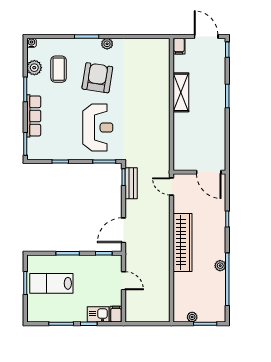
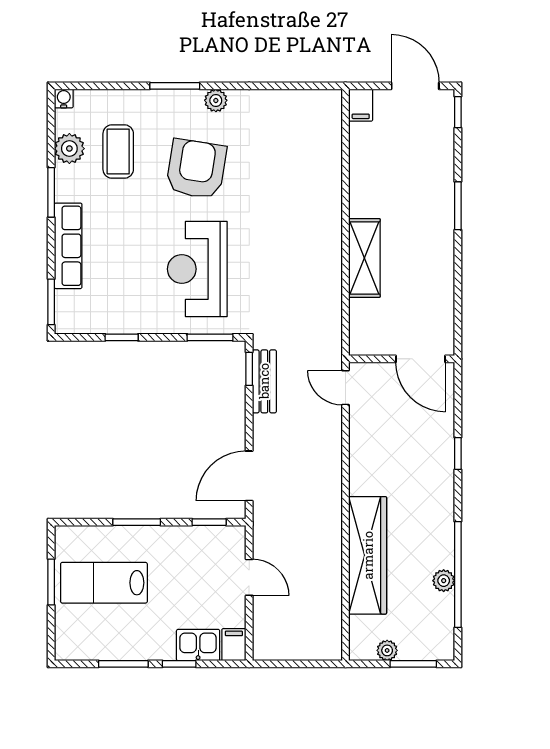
shelving: (181, 92) -> (364, 258), moved
reception desk: (98, 127) -> (197, 269), turned 180
wardrobe: (182, 242) -> (368, 555), moved
plant: (220, 266) -> (444, 581), moved

